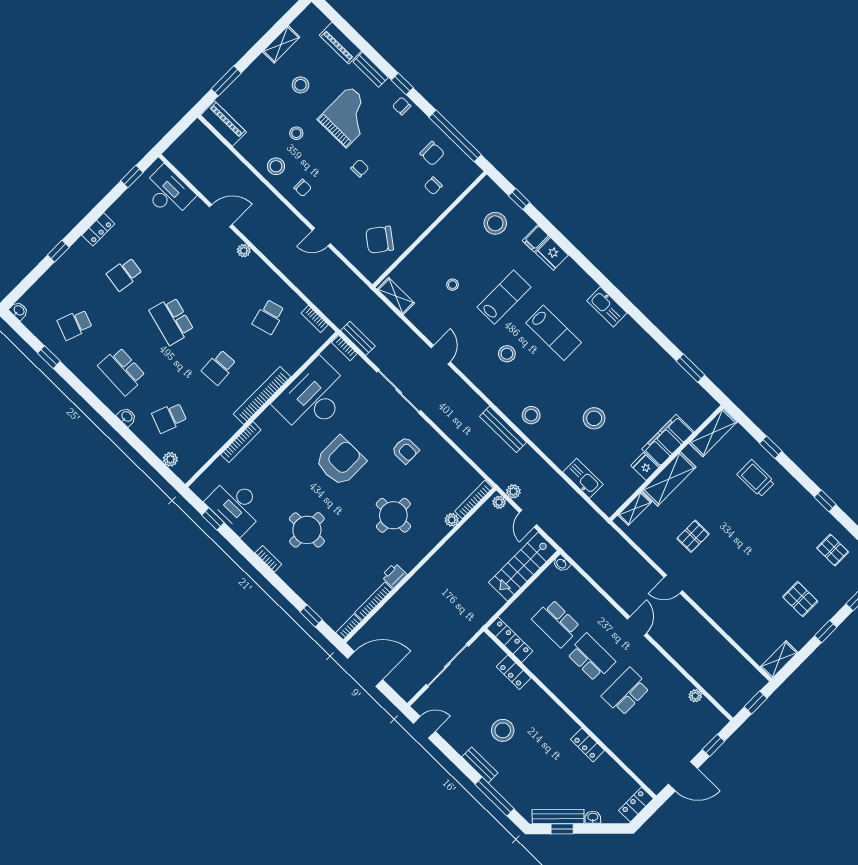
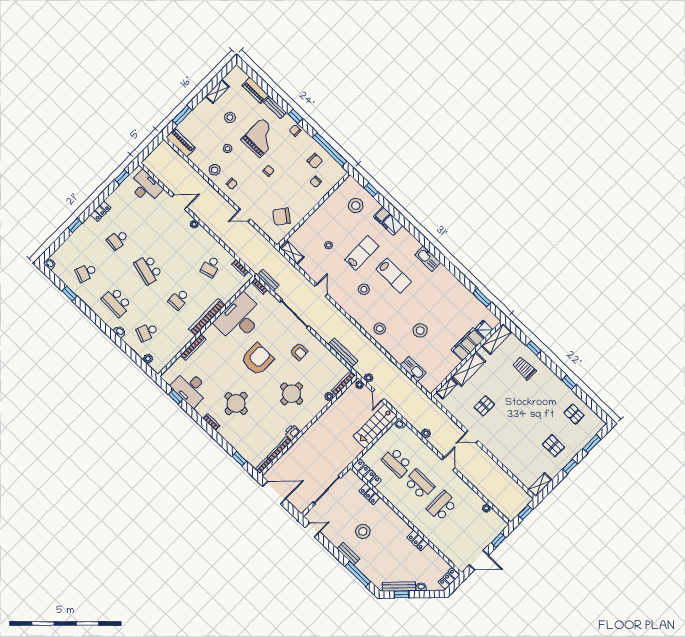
bench: (503, 429) -> (343, 353), moved
fridge: (645, 467) -> (484, 329), moved
plant: (602, 578) -> (426, 433), added

